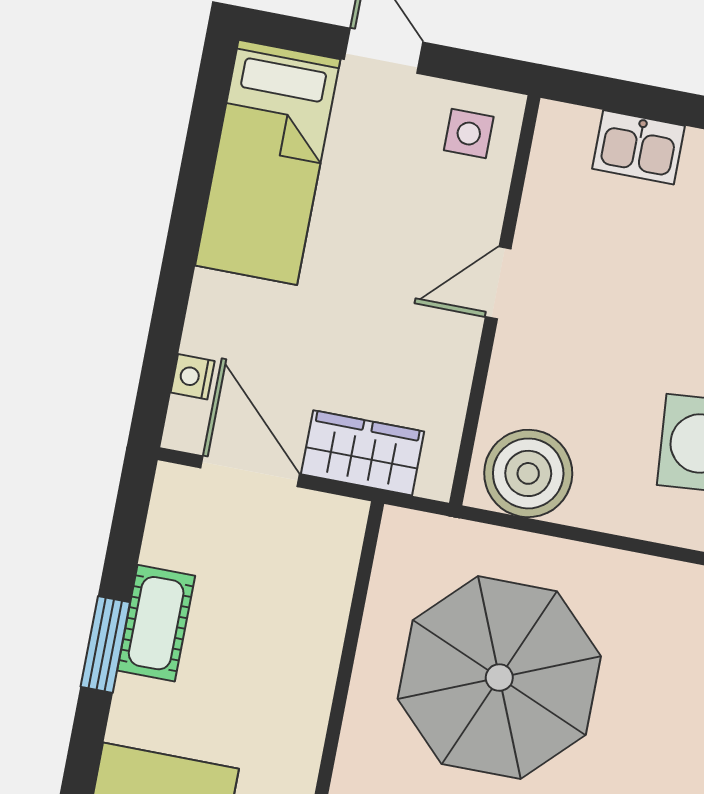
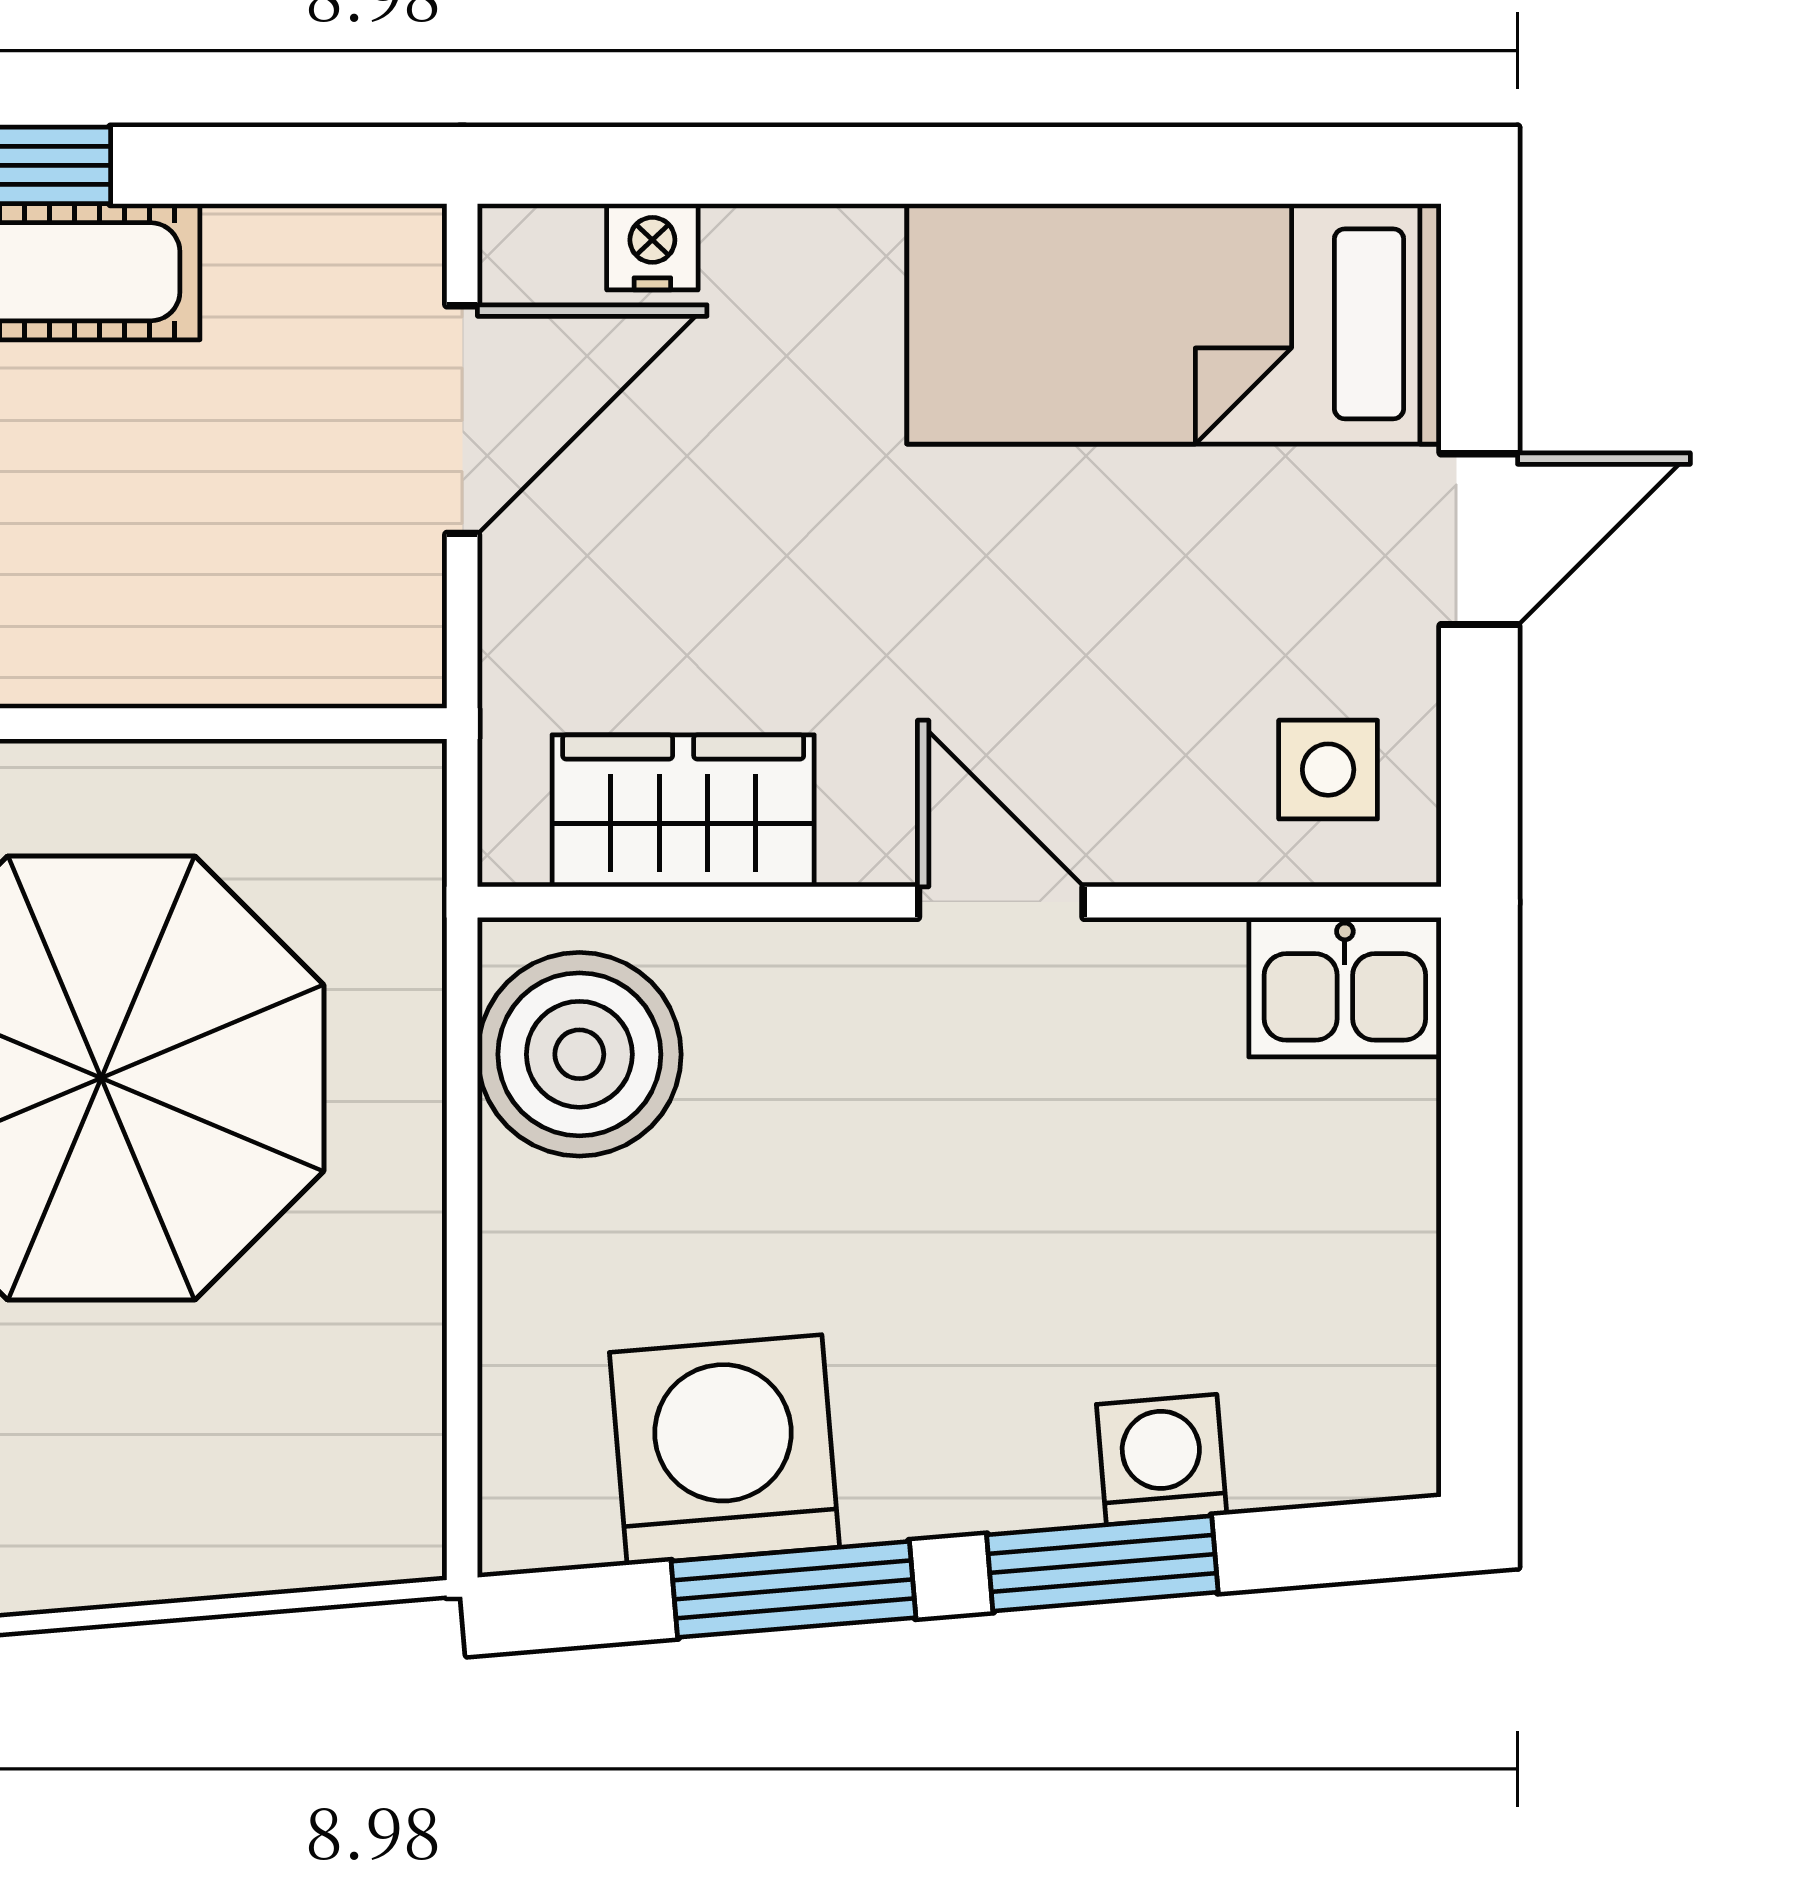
kitchen sink: (639, 147) -> (1345, 987), moved, turned -90
wardrobe: (363, 453) -> (683, 811), moved, turned -90

